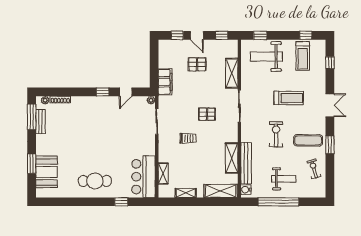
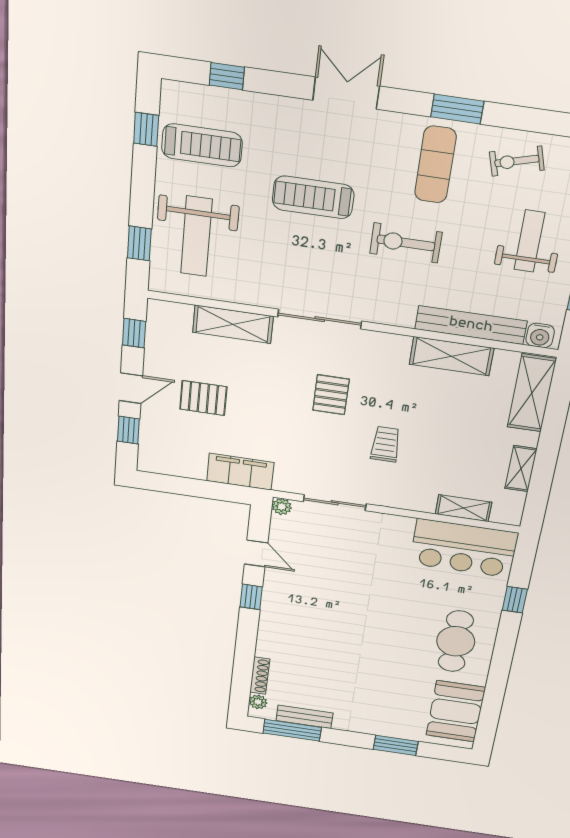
pallet: (197, 64) -> (203, 398), turned 90
treadmill: (289, 98) -> (313, 197), turned -90
booth: (47, 172) -> (456, 711), moved, turned 90

